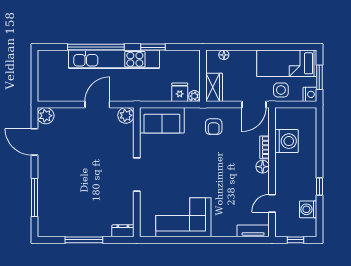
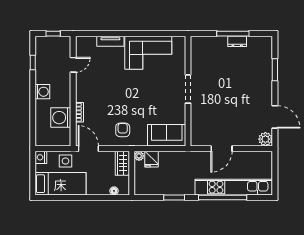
kitchen unit: (114, 59) -> (234, 187), moved
window: (319, 77) -> (33, 172), removed
door: (254, 105) -> (88, 149), hinge flipped
plant: (126, 115) -> (197, 139), removed
floor lamp: (263, 167) -> (81, 96), removed
window: (319, 187) -> (33, 62), moved
window: (35, 197) -> (275, 70), width x0.69
washing machine: (308, 209) -> (42, 92), moved
dresser: (123, 231) -> (237, 41), moved
tv unit: (253, 231) -> (110, 41), moved

